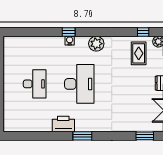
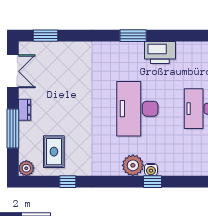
window: (143, 32) -> (68, 182), moved
plant: (96, 44) -> (133, 165), moved

